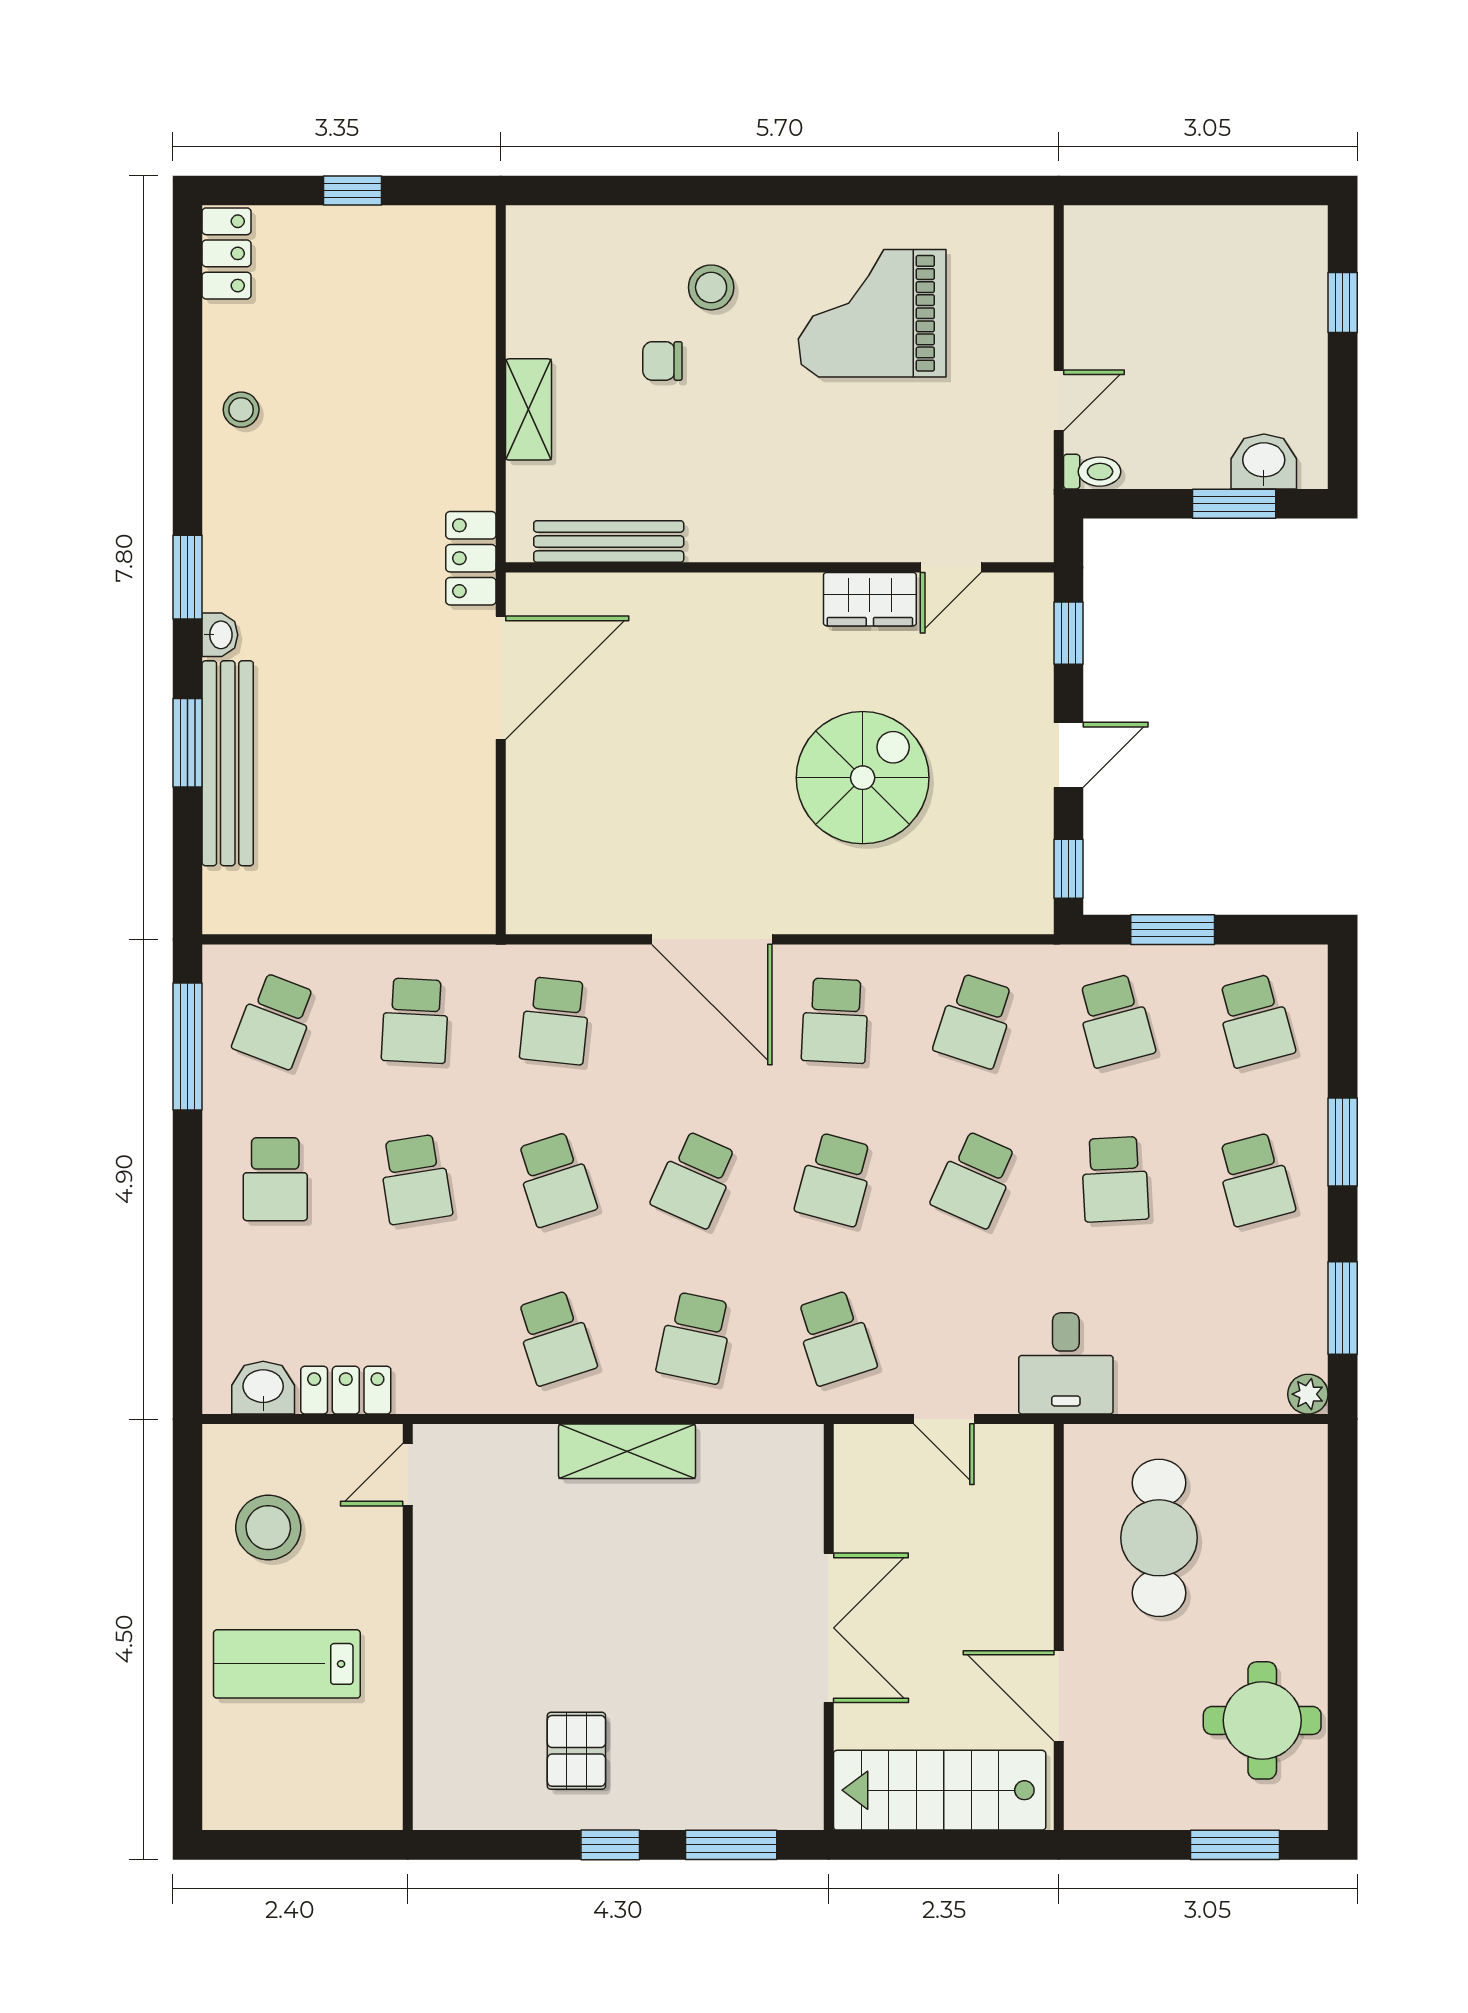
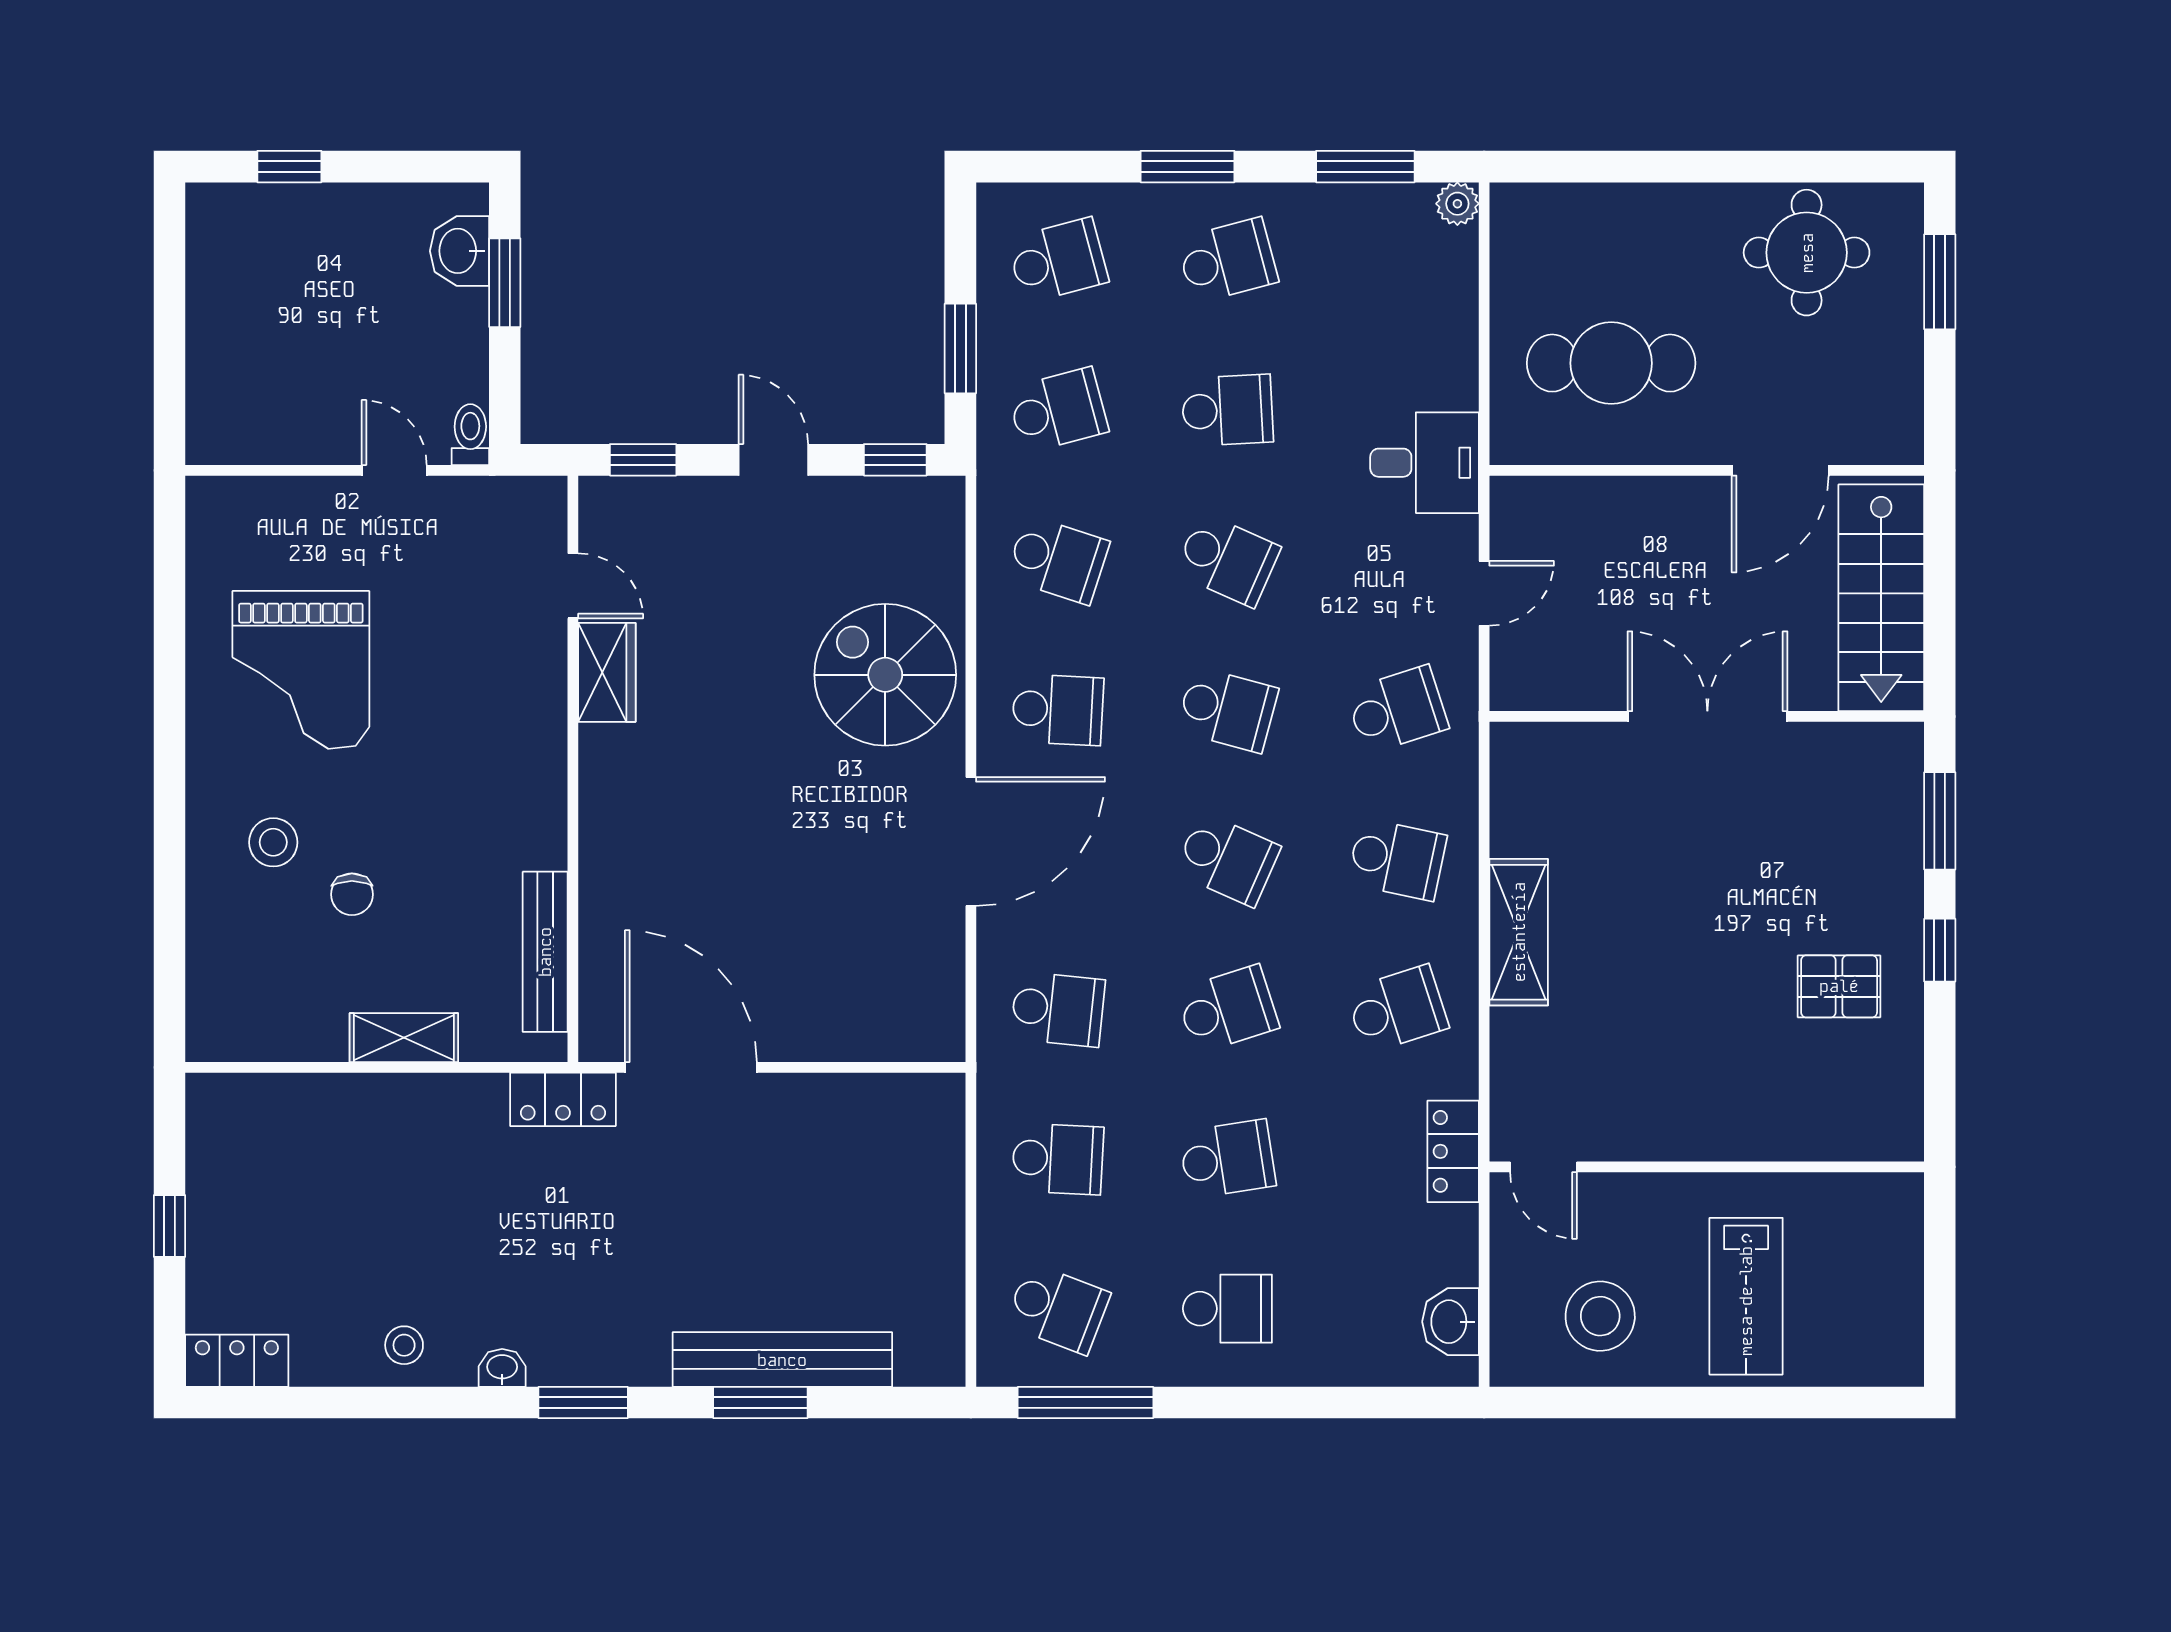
washbasin: (220, 635) -> (502, 1368), moved
spiral stairs: (863, 778) -> (885, 675), moved
locker: (346, 1390) -> (1453, 1151), moved

